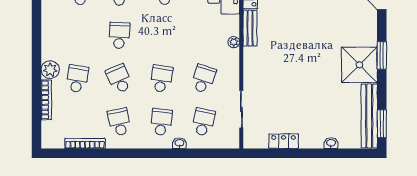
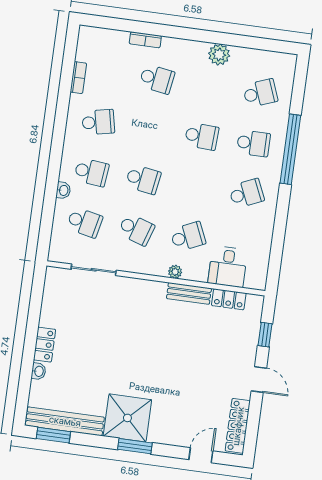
plant: (50, 70) -> (219, 55), moved
school desk: (119, 79) -> (188, 237), moved
bookcase: (46, 100) -> (145, 40), width x0.64
locker: (284, 141) -> (45, 345), moved
bookcase: (85, 143) -> (78, 78), width x0.64

